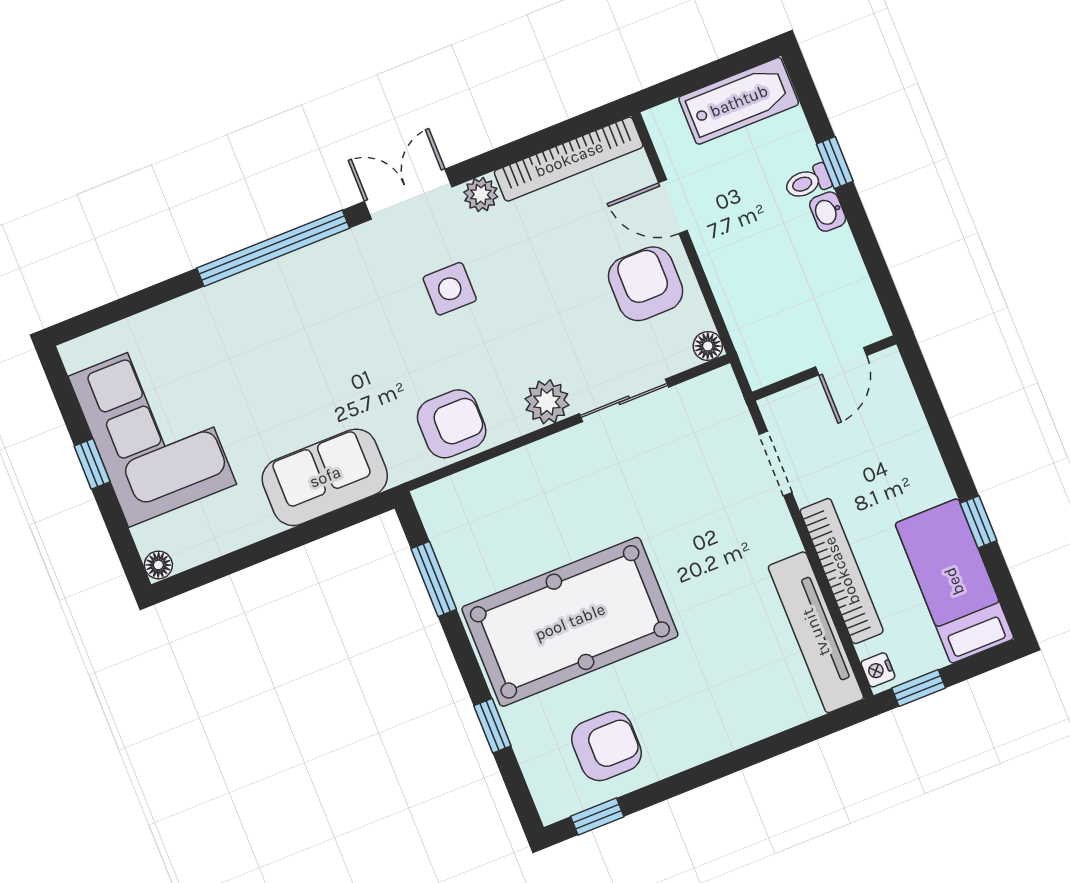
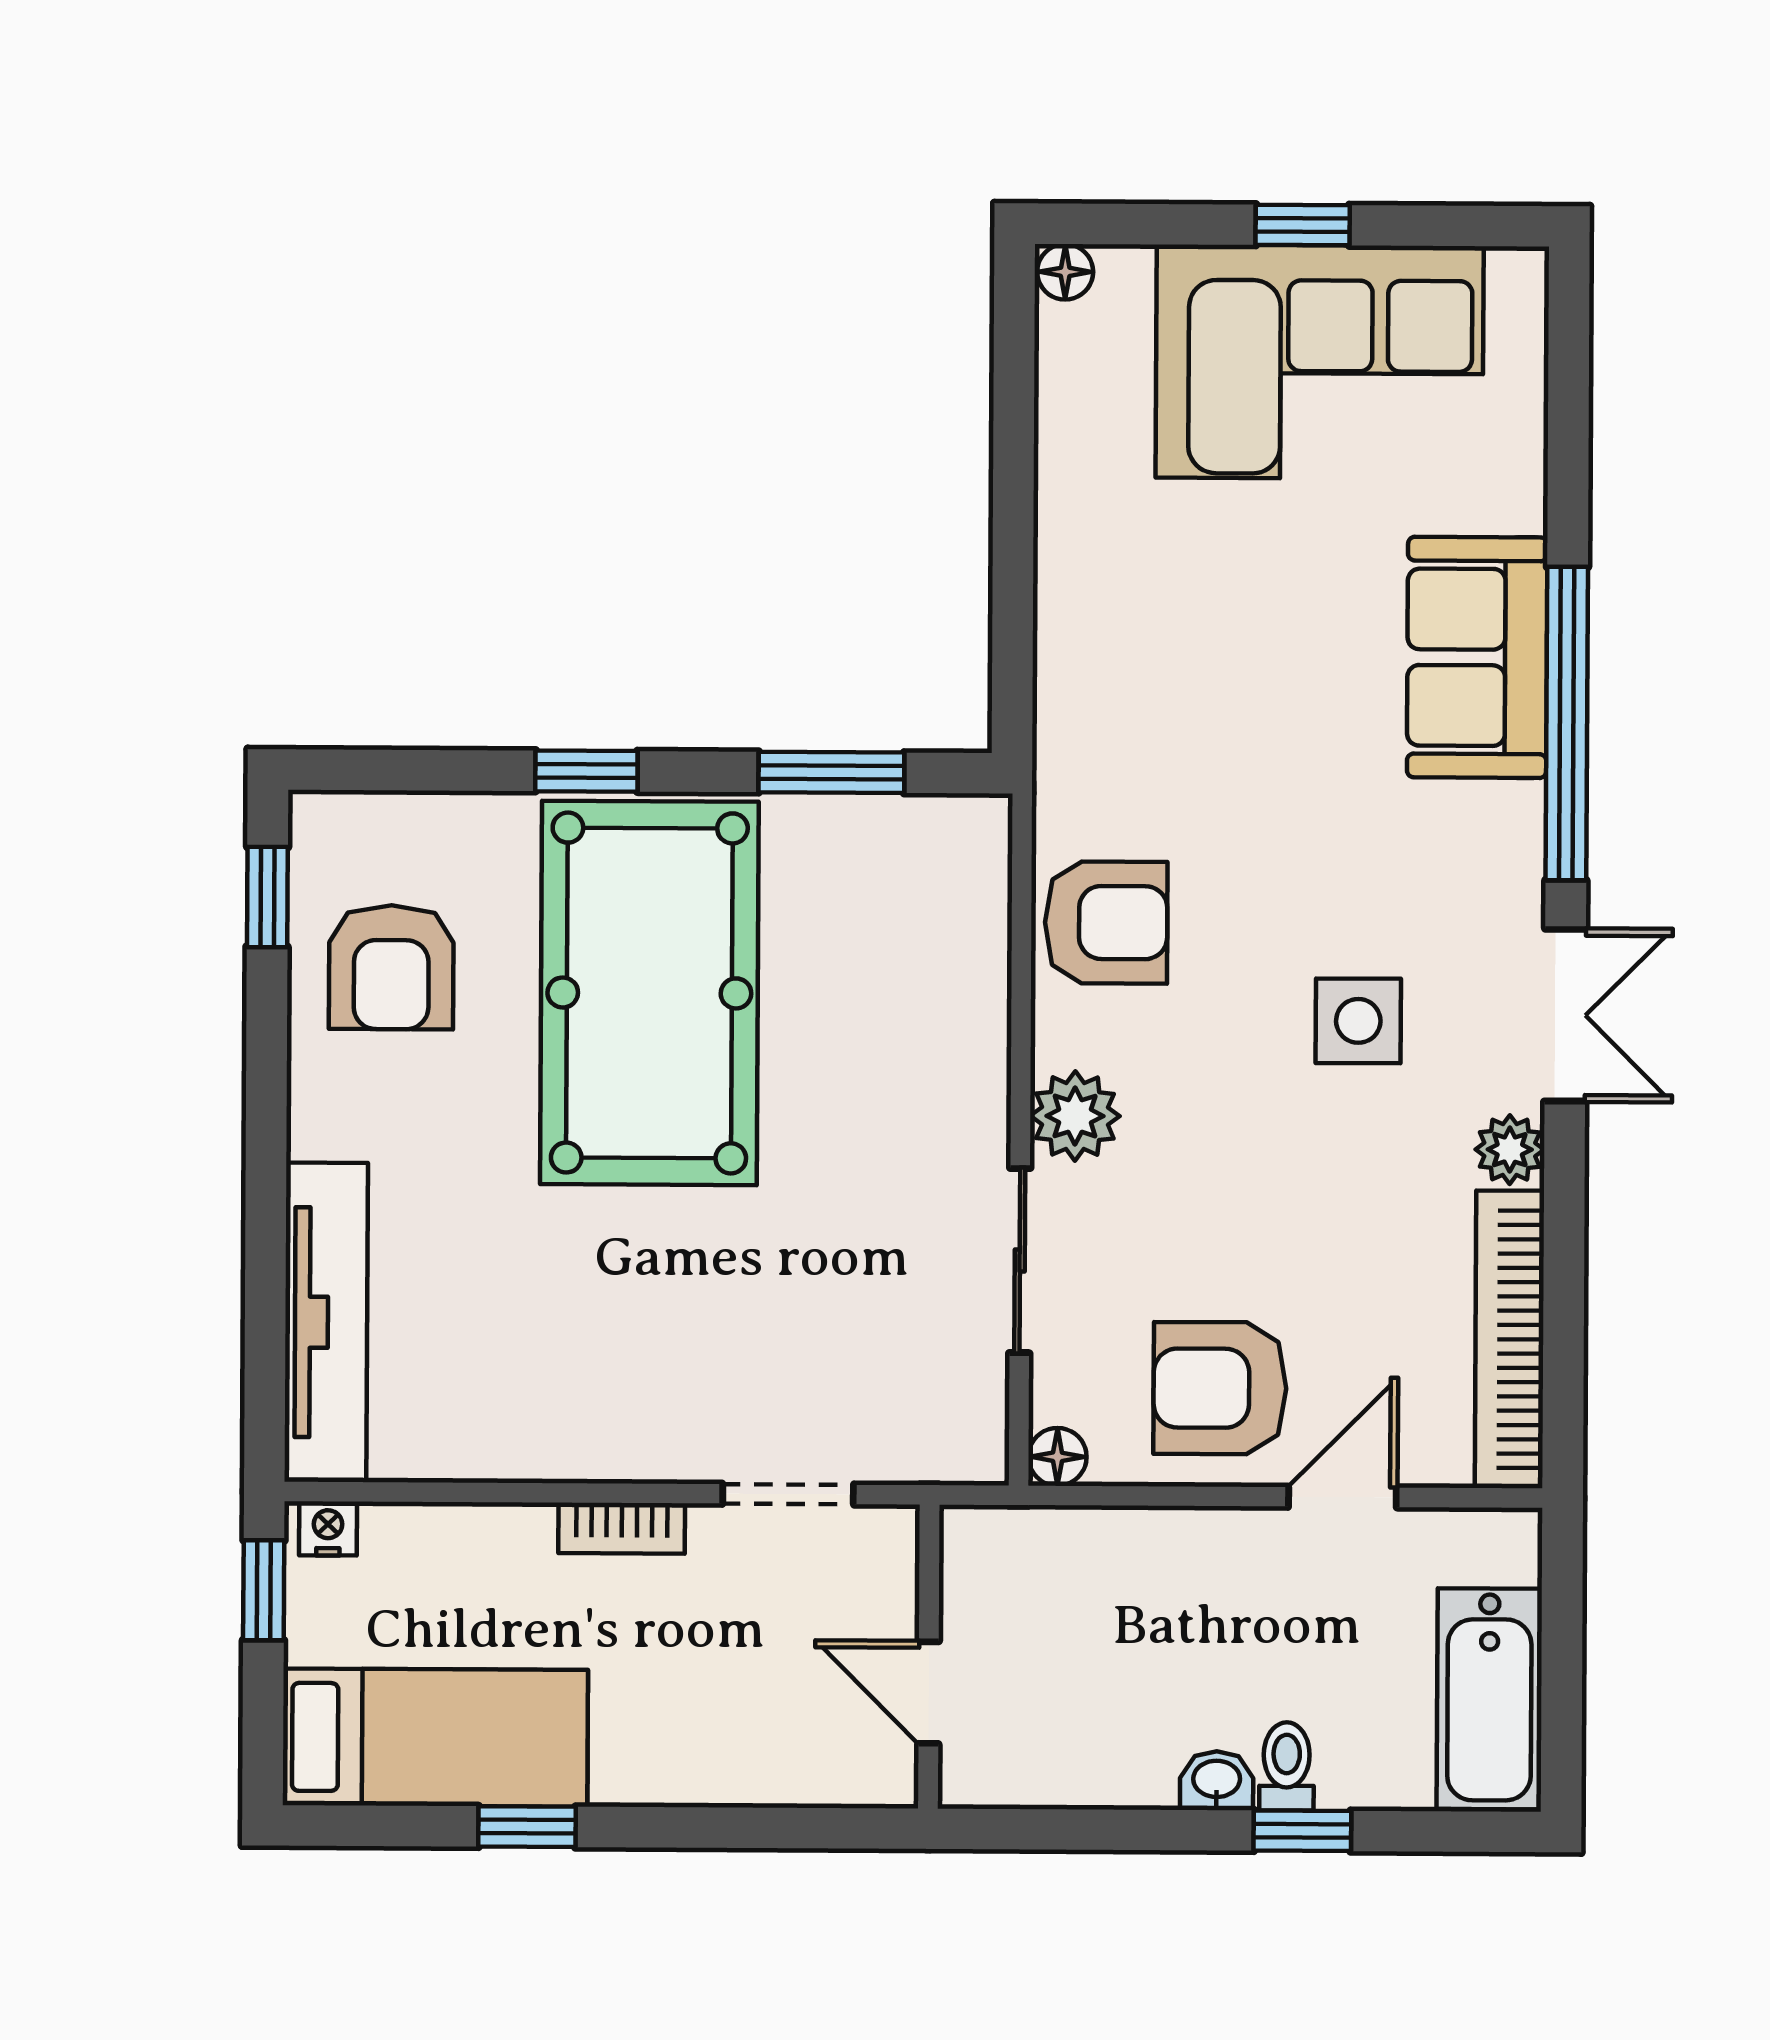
armchair: (646, 284) -> (1220, 1388), turned 180
armchair: (452, 424) -> (1106, 922), turned -90
sofa: (325, 477) -> (1477, 657), moved, turned 180
bookcase: (842, 571) -> (622, 1528), width x0.43, depth x0.76
tv unit: (816, 632) -> (326, 1322), moved, turned 90
window: (492, 726) -> (586, 771), moved

